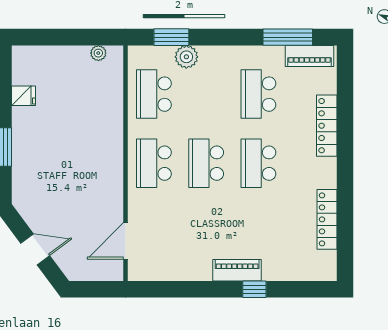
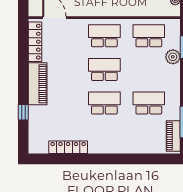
locker: (327, 126) -> (35, 42), moved, turned 90
piano: (237, 270) -> (38, 84), width x1.37, depth x1.33
window: (254, 289) -> (23, 112), moved

